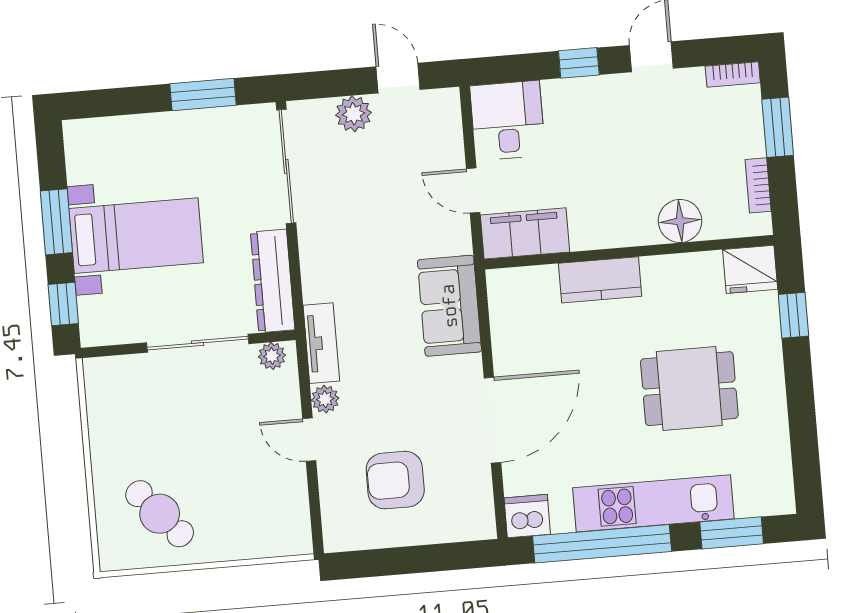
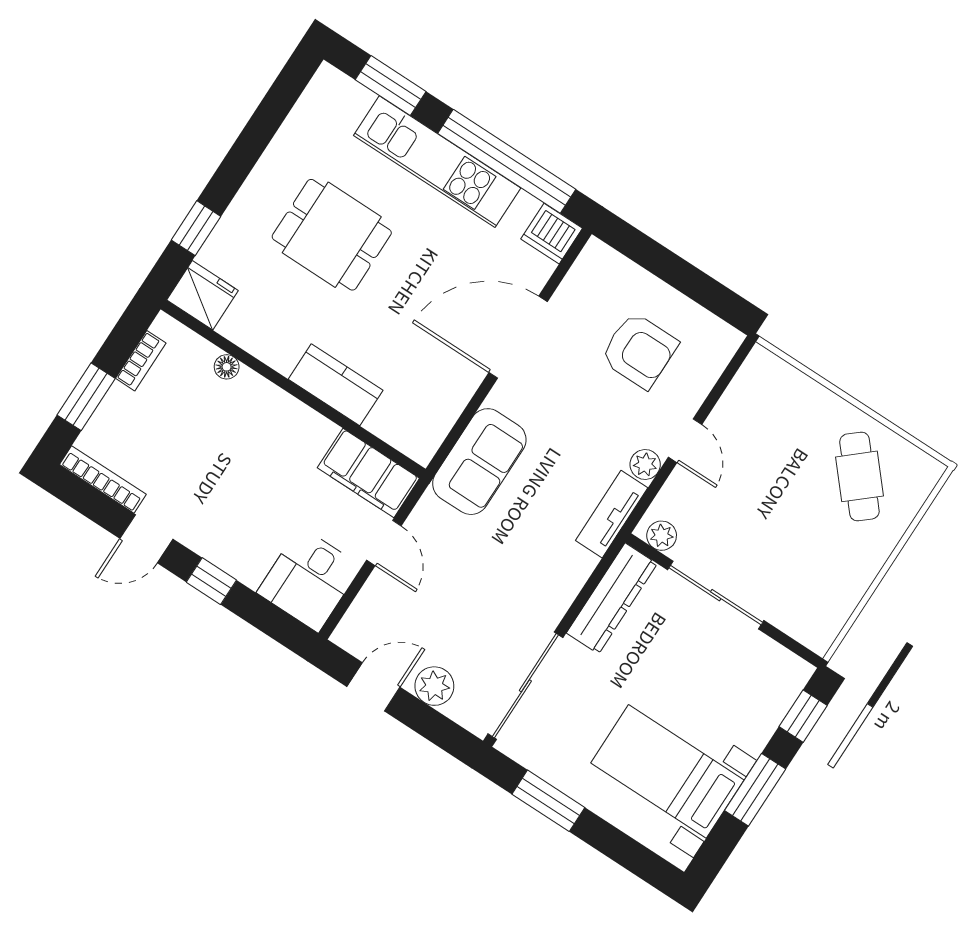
bookcase: (733, 74) -> (103, 479), width x1.56
door: (398, 78) -> (373, 687), swing flipped
floor lamp: (680, 221) -> (227, 367), width x0.53, depth x0.53
bed with nightstands: (136, 236) -> (667, 771), moved

